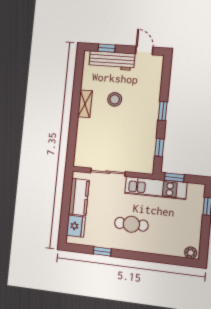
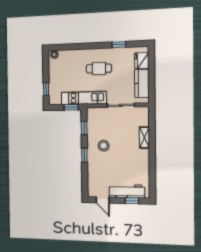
stool: (115, 99) -> (104, 146), moved
shelving: (85, 104) -> (144, 138), moved

